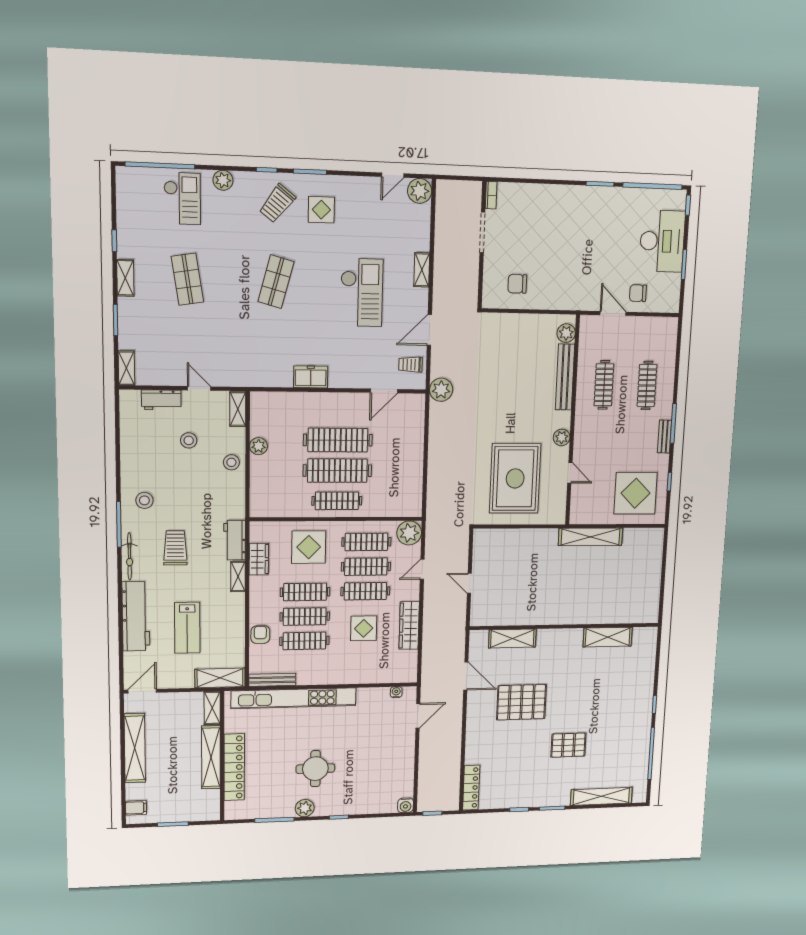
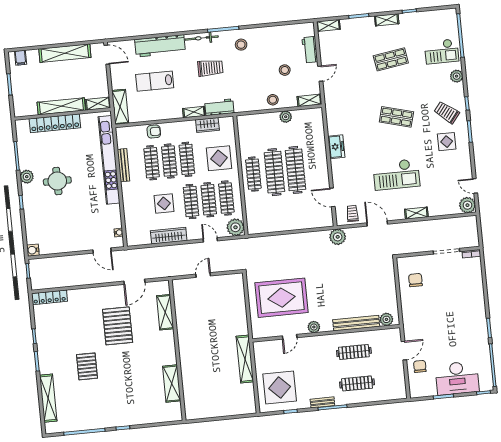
bench: (272, 680) -> (124, 165), moved

